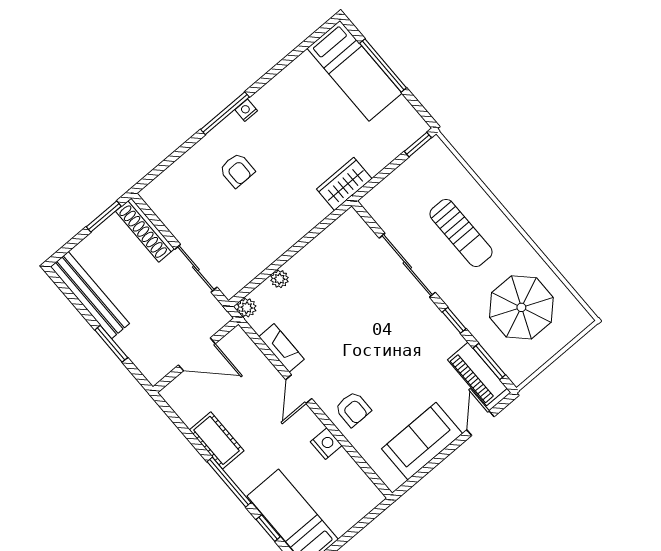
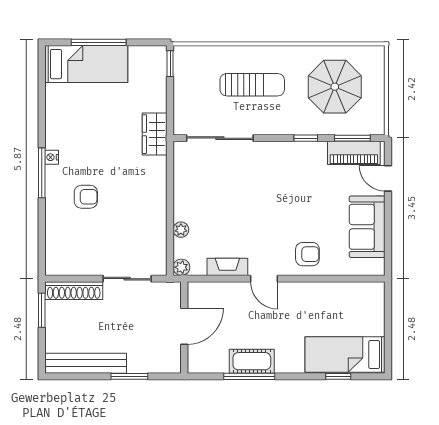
sliding door: (407, 265) -> (220, 138), moved
nightstand: (326, 444) -> (315, 291), removed
window: (229, 482) -> (249, 376), moved

